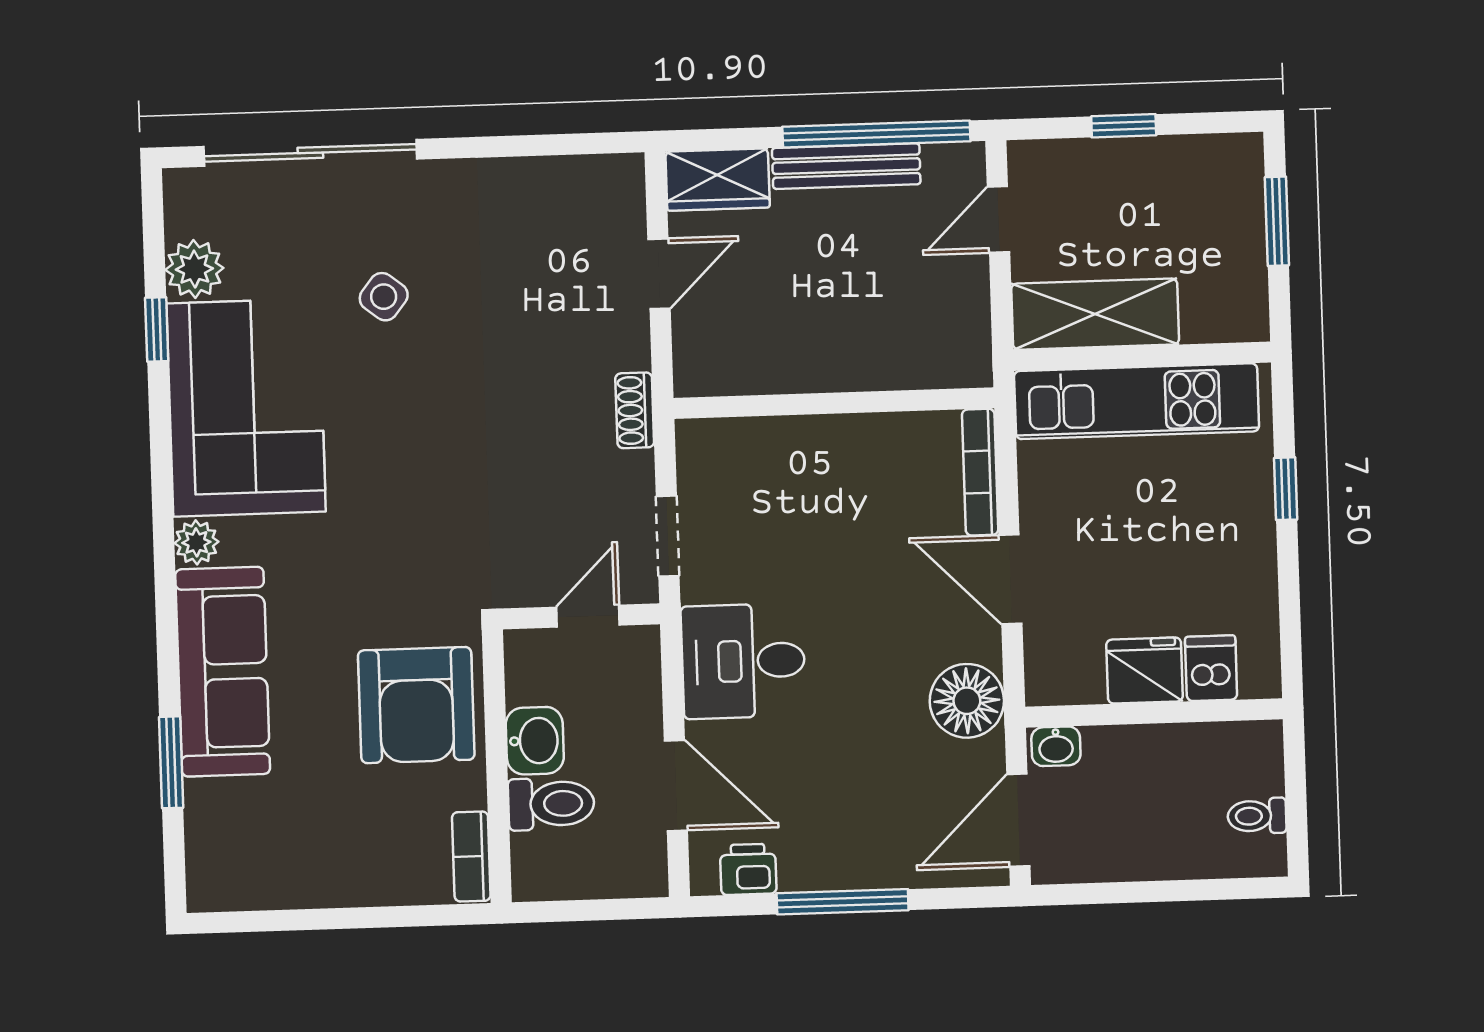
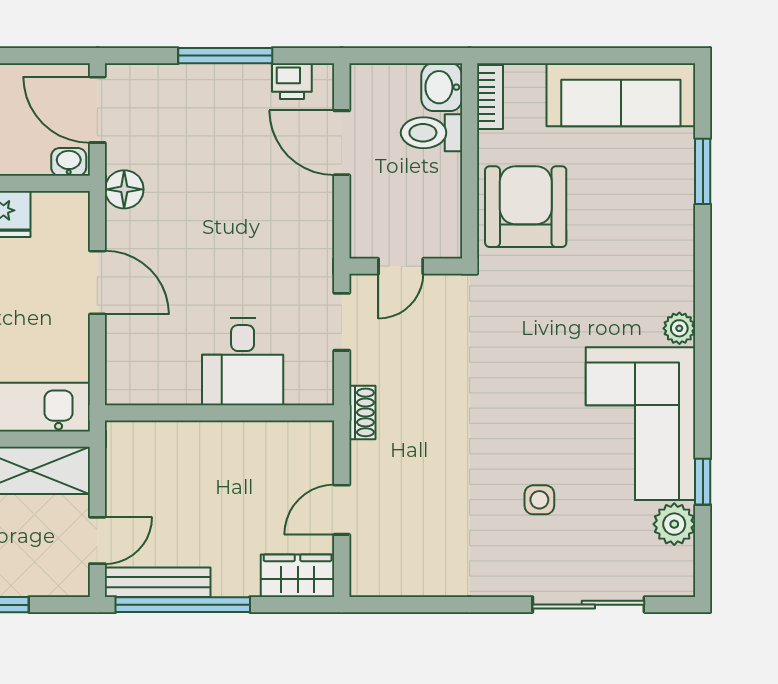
sliding door: (310, 153) -> (588, 605), width x0.73
bench: (846, 166) -> (158, 582), moved
side table: (384, 297) -> (539, 500), turned -38
bookcase: (980, 472) -> (116, 360), removed
desk: (743, 661) -> (243, 362), moved, turned 90
sofa: (223, 672) -> (621, 95), moved, turned -90
floor lamp: (967, 701) -> (124, 189), width x0.73, depth x0.73
washbasin: (535, 741) -> (442, 87), moved
door: (1018, 820) -> (97, 110), swing flipped

